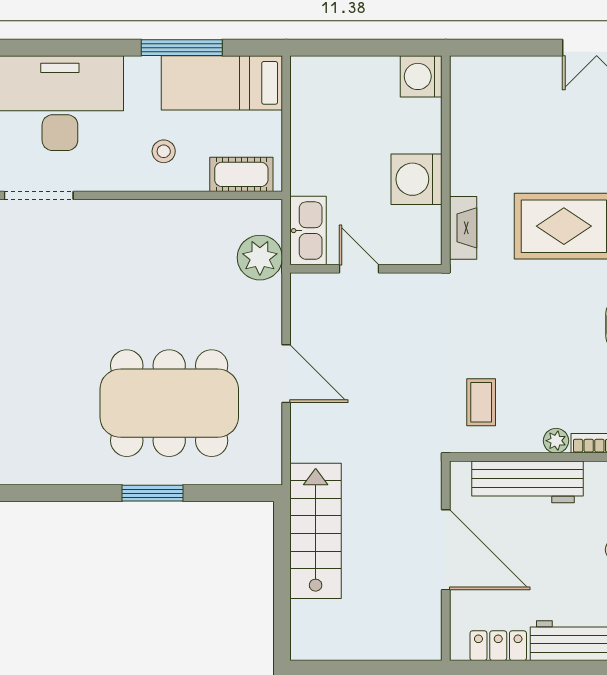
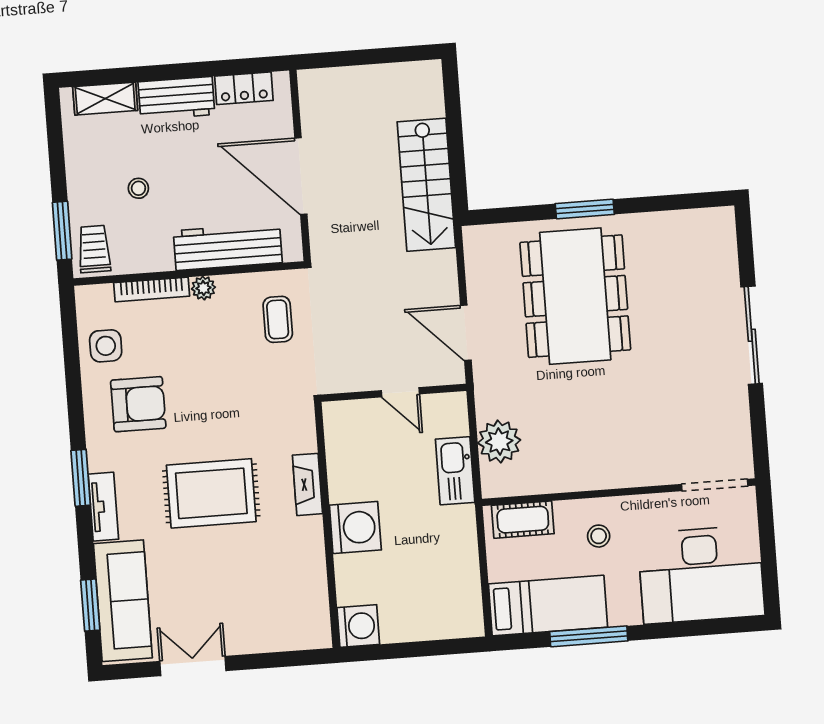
door: (359, 269) -> (400, 392), moved
wall: (366, 269) -> (394, 393), moved
dining table: (169, 403) -> (575, 296), turned 90

